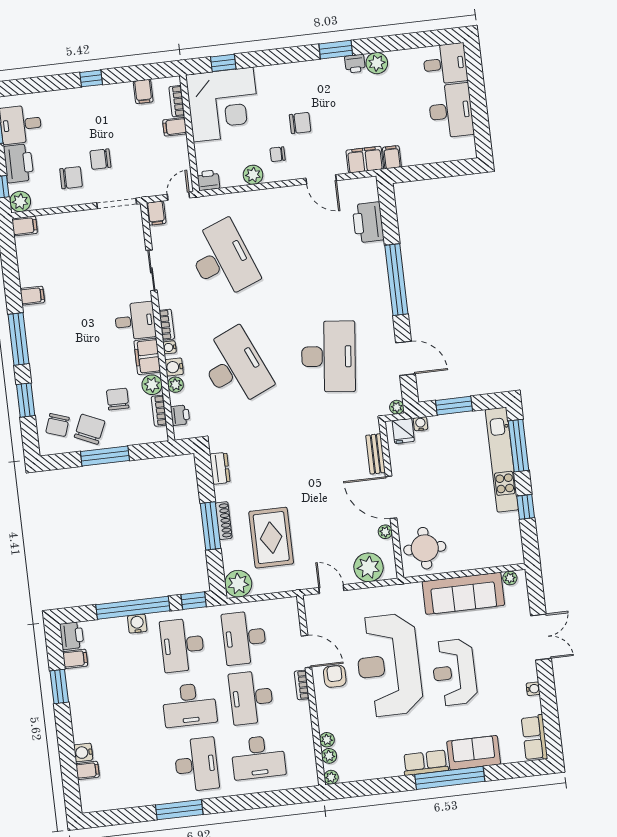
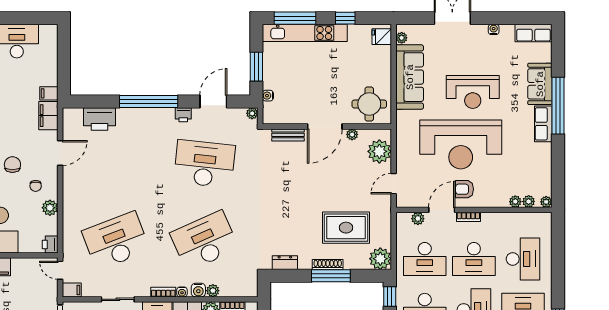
printer: (180, 415) -> (183, 115), moved, turned 180
fridge: (403, 431) -> (382, 37), moved, turned 180
plant: (292, 624) -> (418, 219), added

